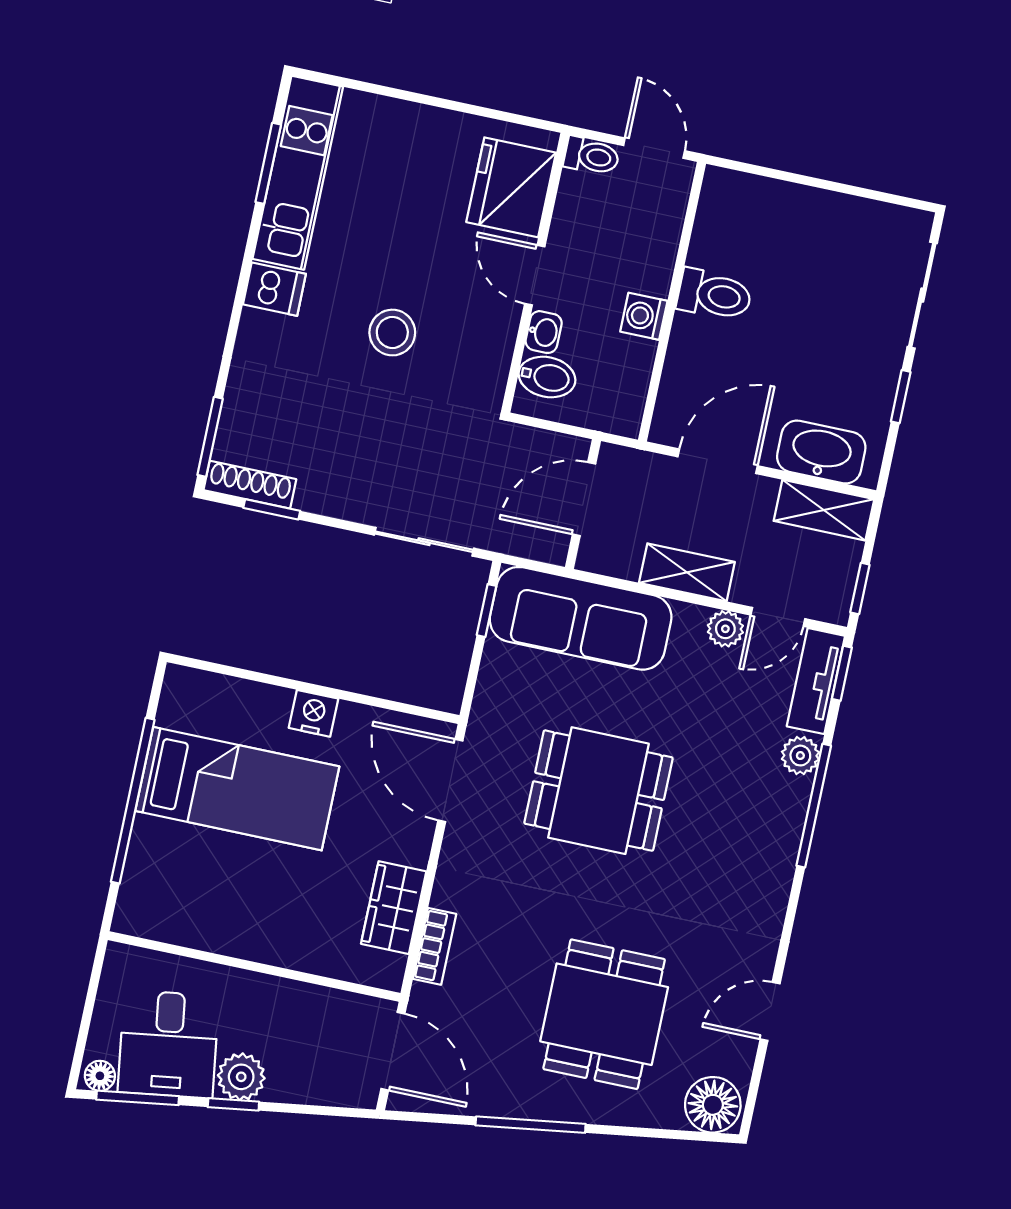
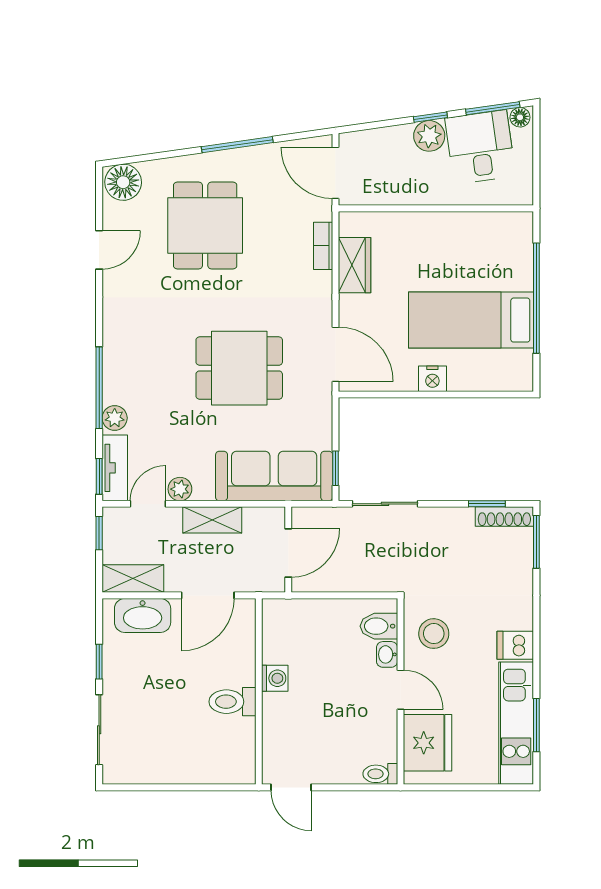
toilet: (592, 156) -> (380, 774), moved
fridge: (511, 187) -> (428, 743), moved
wall: (535, 273) -> (401, 691), moved
door: (535, 275) -> (401, 690), moved
washbasin: (544, 332) -> (387, 654), moved
bidet: (547, 377) -> (379, 626), moved

